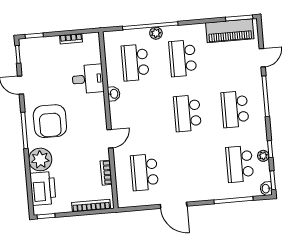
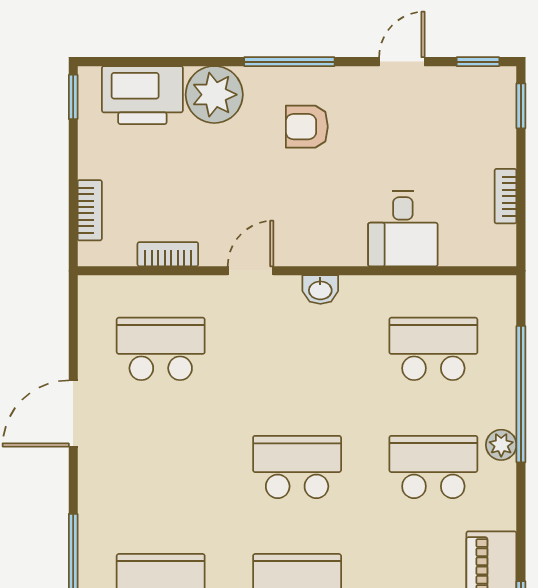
plant: (156, 33) -> (501, 445), moved
washbasin: (114, 94) -> (320, 290), moved
armchair: (50, 121) -> (307, 127), width x0.53, depth x0.53
door: (110, 139) -> (251, 271), swing flipped
bookcase: (91, 206) -> (90, 210), width x0.64

